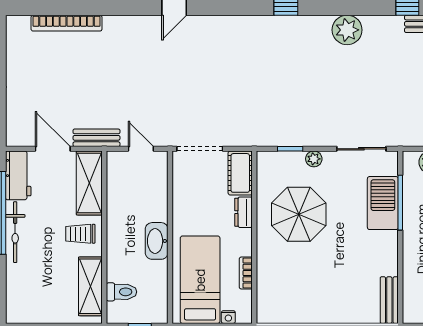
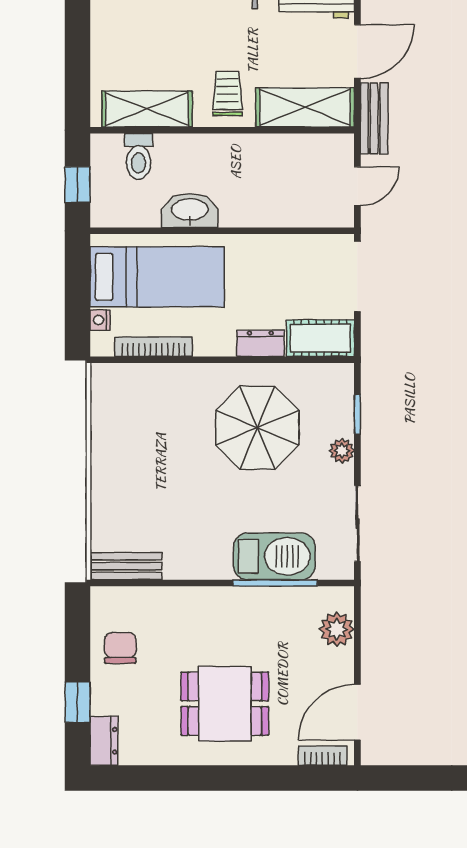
washbasin: (157, 241) -> (190, 210), moved
bookcase: (246, 273) -> (153, 347), width x1.56

